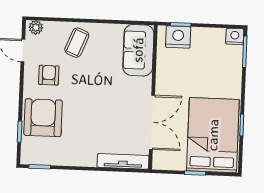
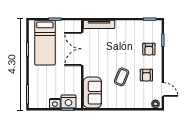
nightstand: (235, 36) -> (55, 103), moved
coffee table: (77, 43) -> (122, 77), moved
armchair: (43, 118) -> (149, 49), width x0.53, depth x0.53
bed: (213, 135) -> (45, 43), width x0.67

